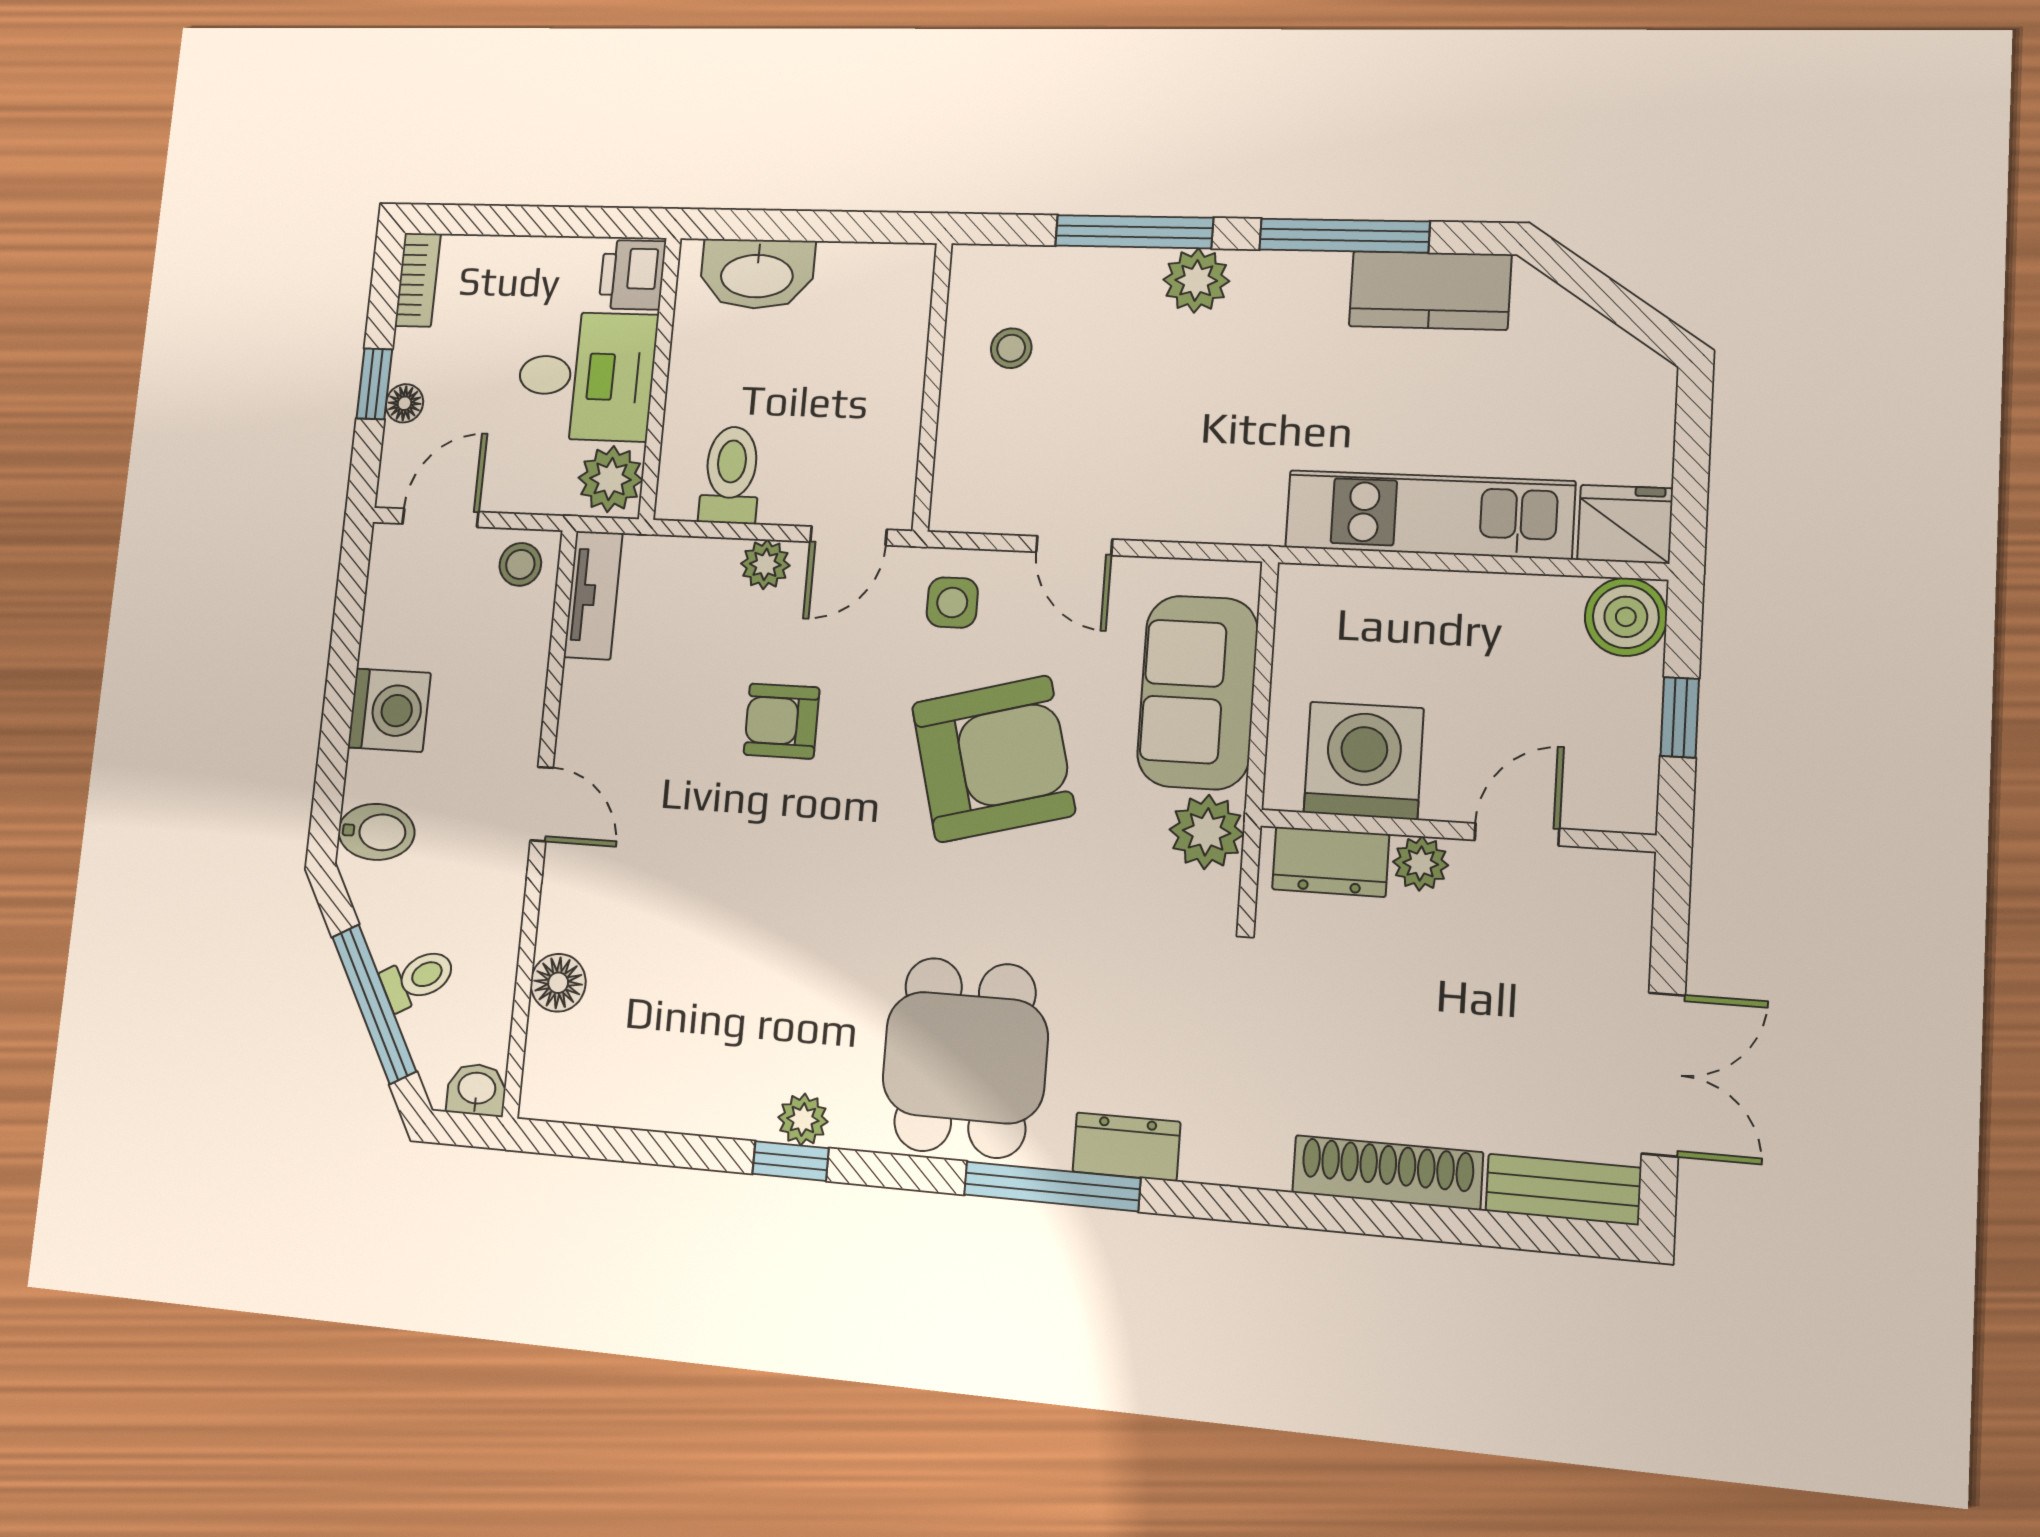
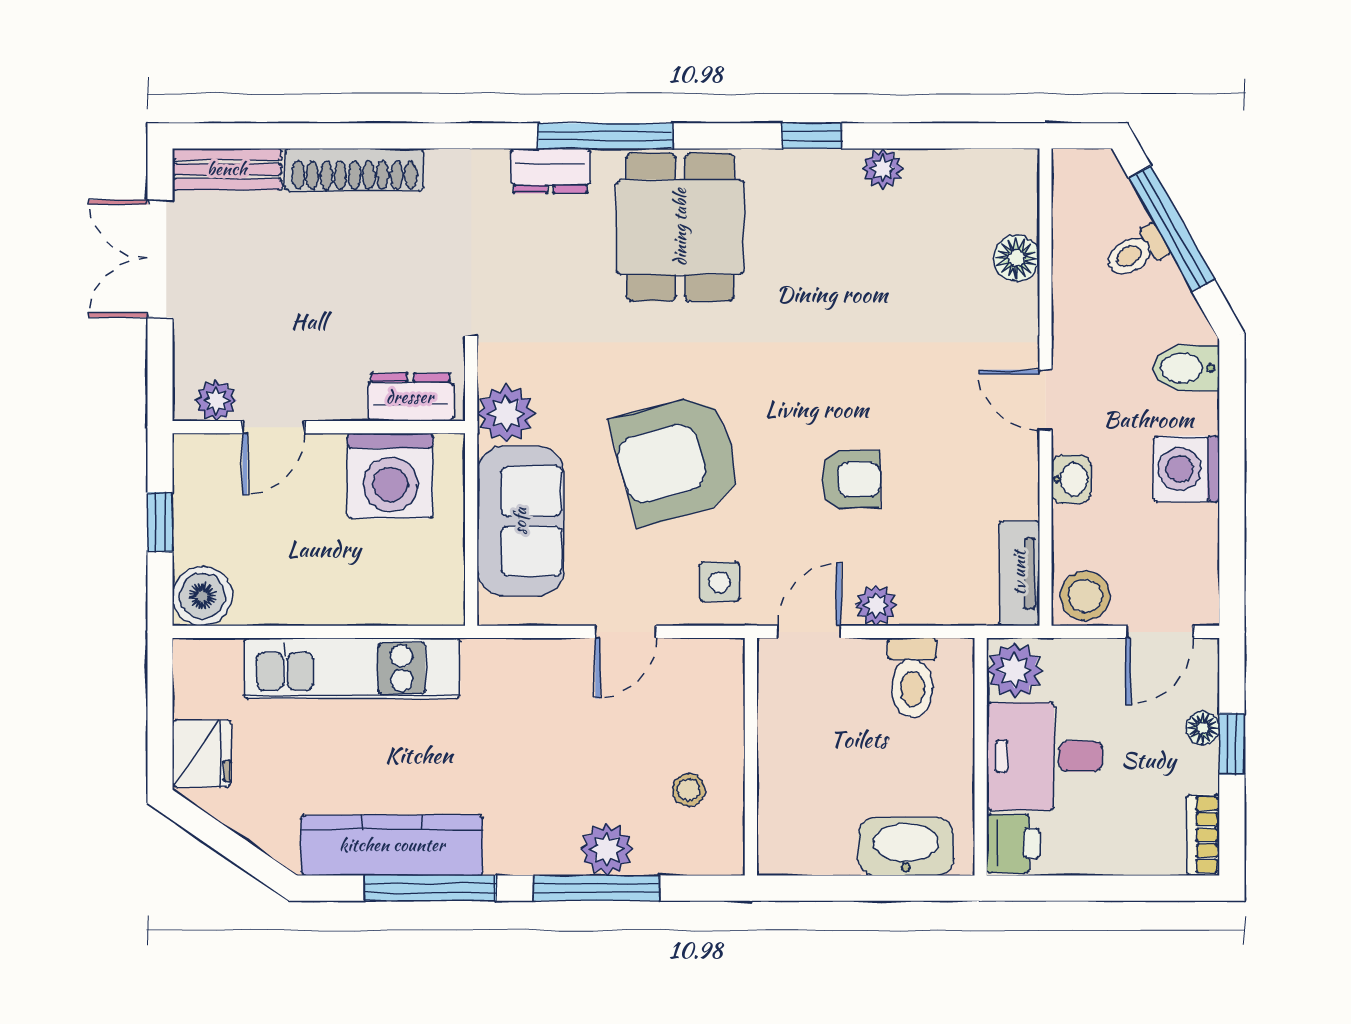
plant: (1196, 280) -> (607, 849), moved
kitchen counter: (1430, 290) -> (392, 845), width x1.50
fridge: (1625, 524) -> (202, 753), moved, turned -90
door: (1074, 546) -> (626, 632), swing flipped
stool: (520, 564) -> (1085, 596), width x1.37, depth x1.37
plant: (1421, 864) -> (216, 400), moved
washbasin: (477, 1090) -> (1071, 479), moved, turned -90
plant: (803, 1120) -> (883, 169), moved

